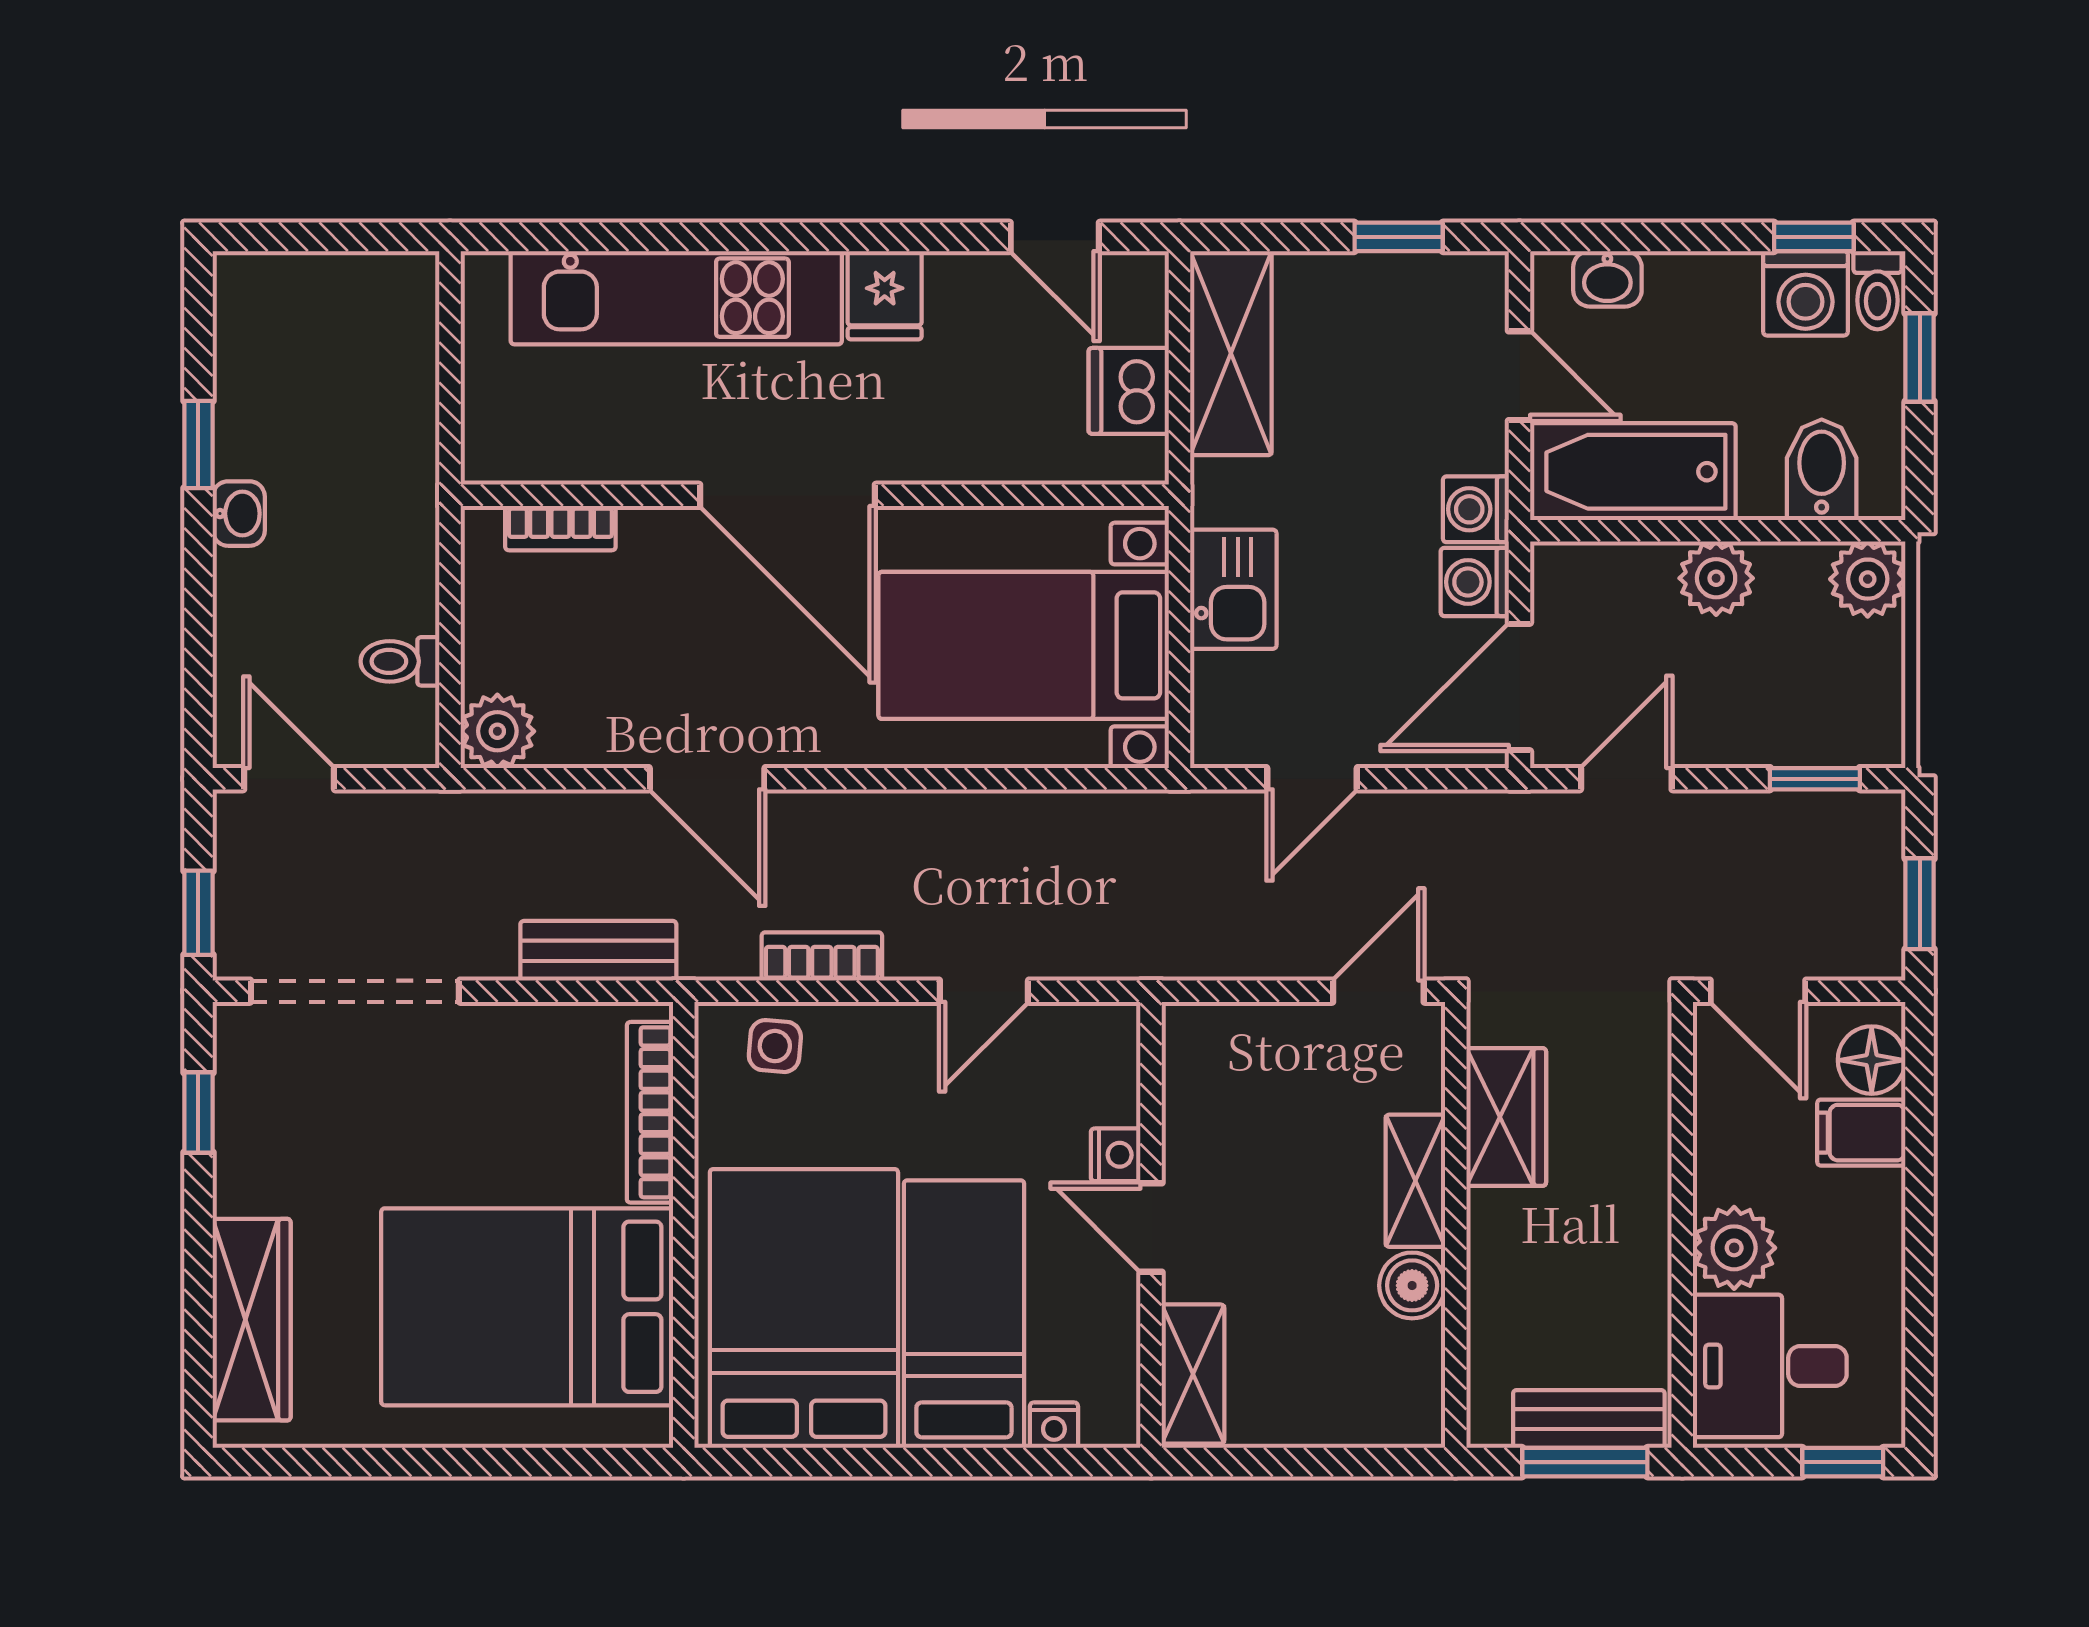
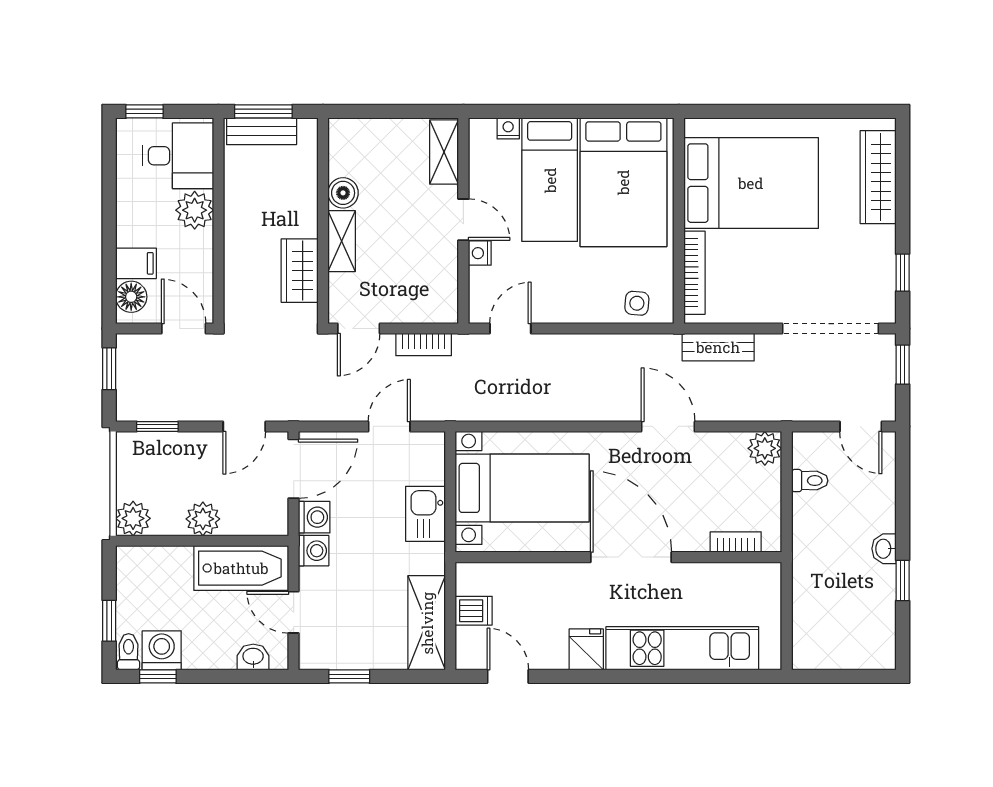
dishwasher: (1129, 391) -> (474, 611), width x0.73
bidet: (1822, 470) -> (154, 569), removed
bookcase: (822, 956) -> (424, 345), moved
door: (984, 991) -> (510, 329), moved

